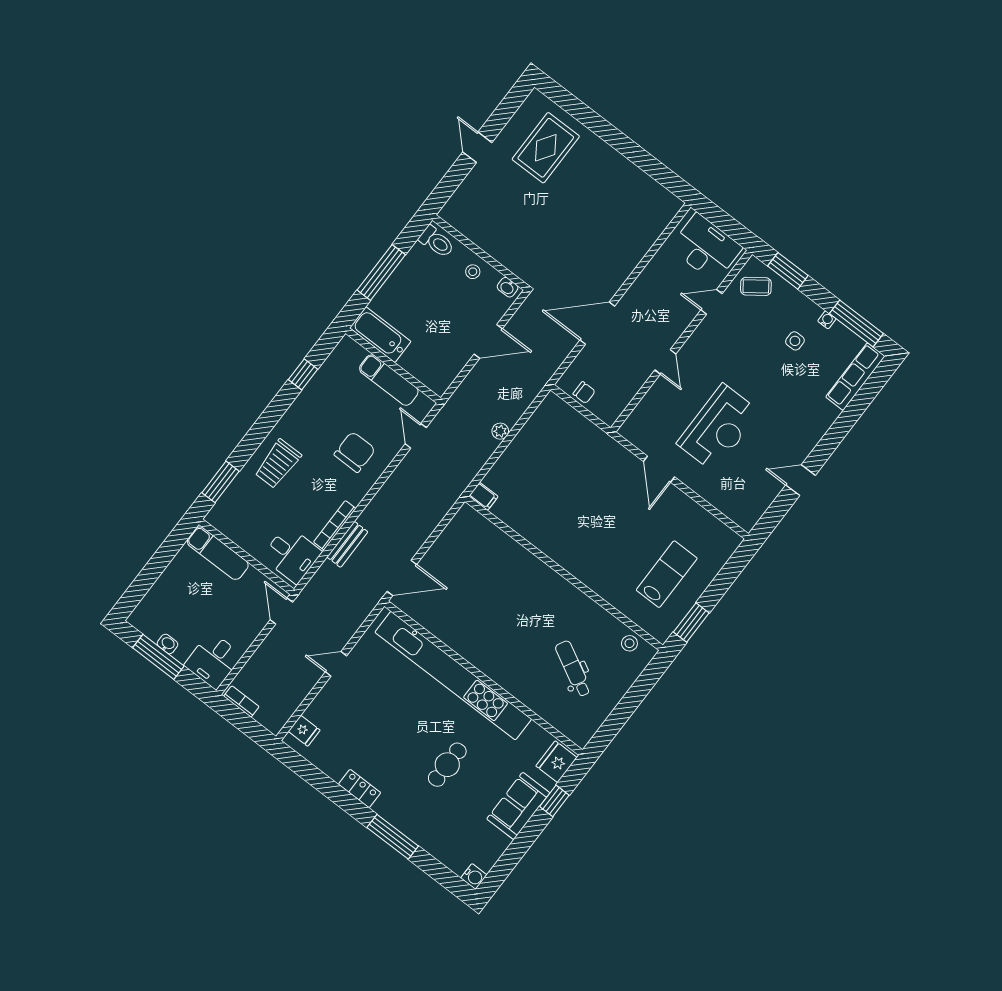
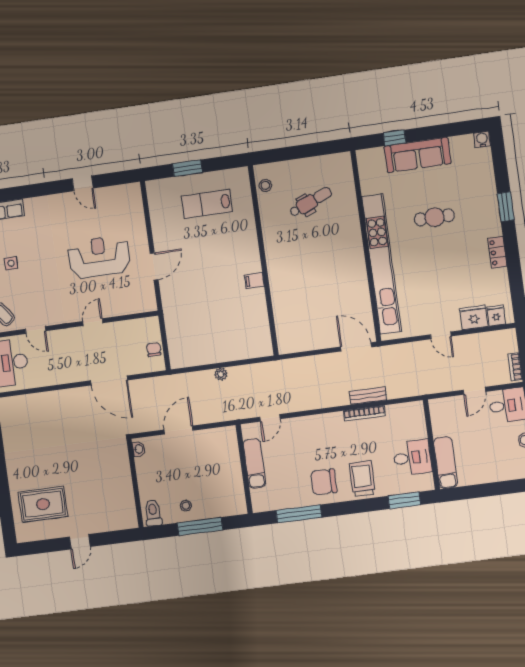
stool: (473, 272) -> (186, 506), moved
bathtub: (380, 335) -> (234, 493), removed
door: (488, 341) -> (179, 430), hinge flipped
window: (303, 374) -> (299, 514), width x2.17
chair: (355, 452) -> (324, 482), moved
trolley: (278, 464) -> (362, 479), turned -90
filing cabinet: (483, 496) -> (254, 281), moved, turned -90
desk: (292, 554) -> (412, 458), moved, turned 90
door: (281, 611) -> (474, 391), moved
window: (691, 622) -> (187, 168), moved
dental chair: (573, 669) -> (311, 202), turned -140
fridge: (556, 762) -> (474, 317), moved, turned 180
sofa: (518, 806) -> (418, 155), width x1.36
window: (393, 837) -> (506, 207), width x0.69

